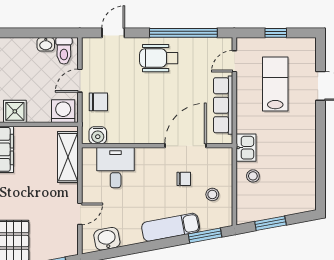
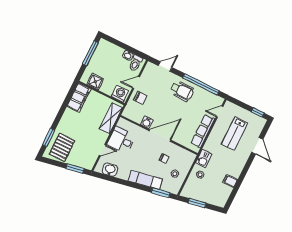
window: (276, 33) -> (258, 113), moved
wheelchair: (159, 58) -> (182, 91), turned 180
lab bench: (275, 84) -> (235, 133), turned 180
water cooler: (98, 135) -> (147, 122), moved
door: (186, 146) -> (160, 135), moved
filing cabinet: (305, 163) -> (230, 181), added
desk: (116, 168) -> (121, 140), moved, turned -90

